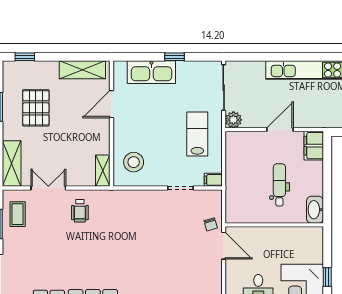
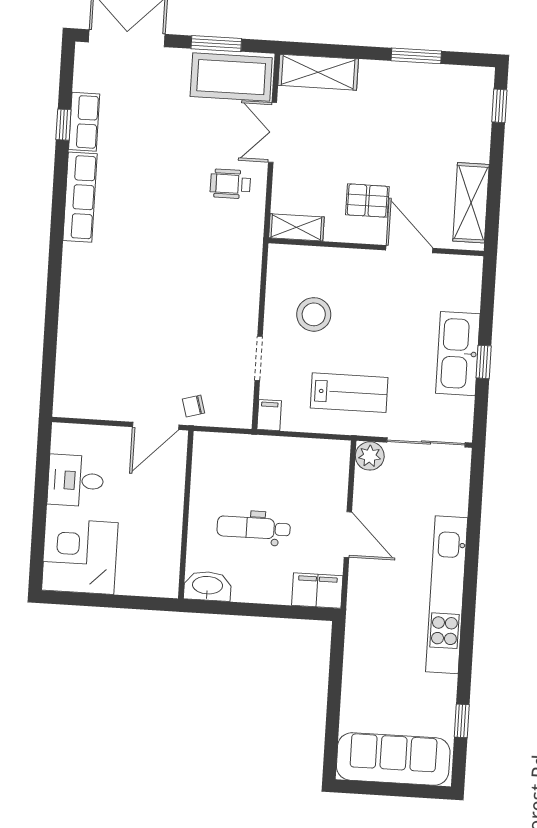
kitchen sink: (151, 72) -> (458, 354), moved
pallet: (36, 108) -> (367, 201), moved, width x0.67, depth x0.71
stool: (134, 162) -> (314, 314), moved
dental chair: (279, 185) -> (254, 528), turned 180
double door: (48, 188) -> (272, 132), swing flipped
coffee table: (18, 214) -> (231, 77), width x1.86, depth x1.72
window: (327, 277) -> (91, 600), removed

